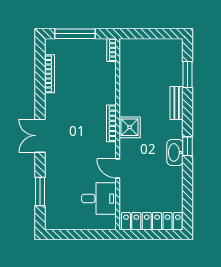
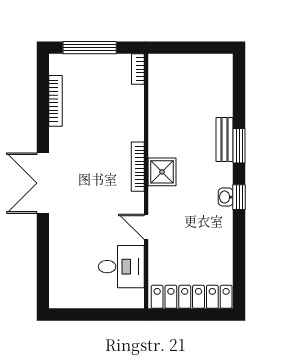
window: (188, 75) -> (239, 146), moved
double door: (40, 136) -> (43, 183), width x1.37
washbasin: (175, 152) -> (226, 197), width x0.52, depth x0.69
window: (40, 191) -> (43, 257), removed

